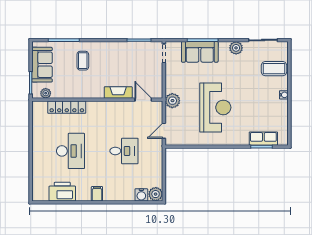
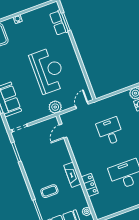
fireplace: (118, 92) -> (72, 175), moved
locker: (67, 107) -> (90, 185), width x0.66
reception desk: (215, 107) -> (48, 71), turned 90
door: (164, 131) -> (82, 105), swing flipped

